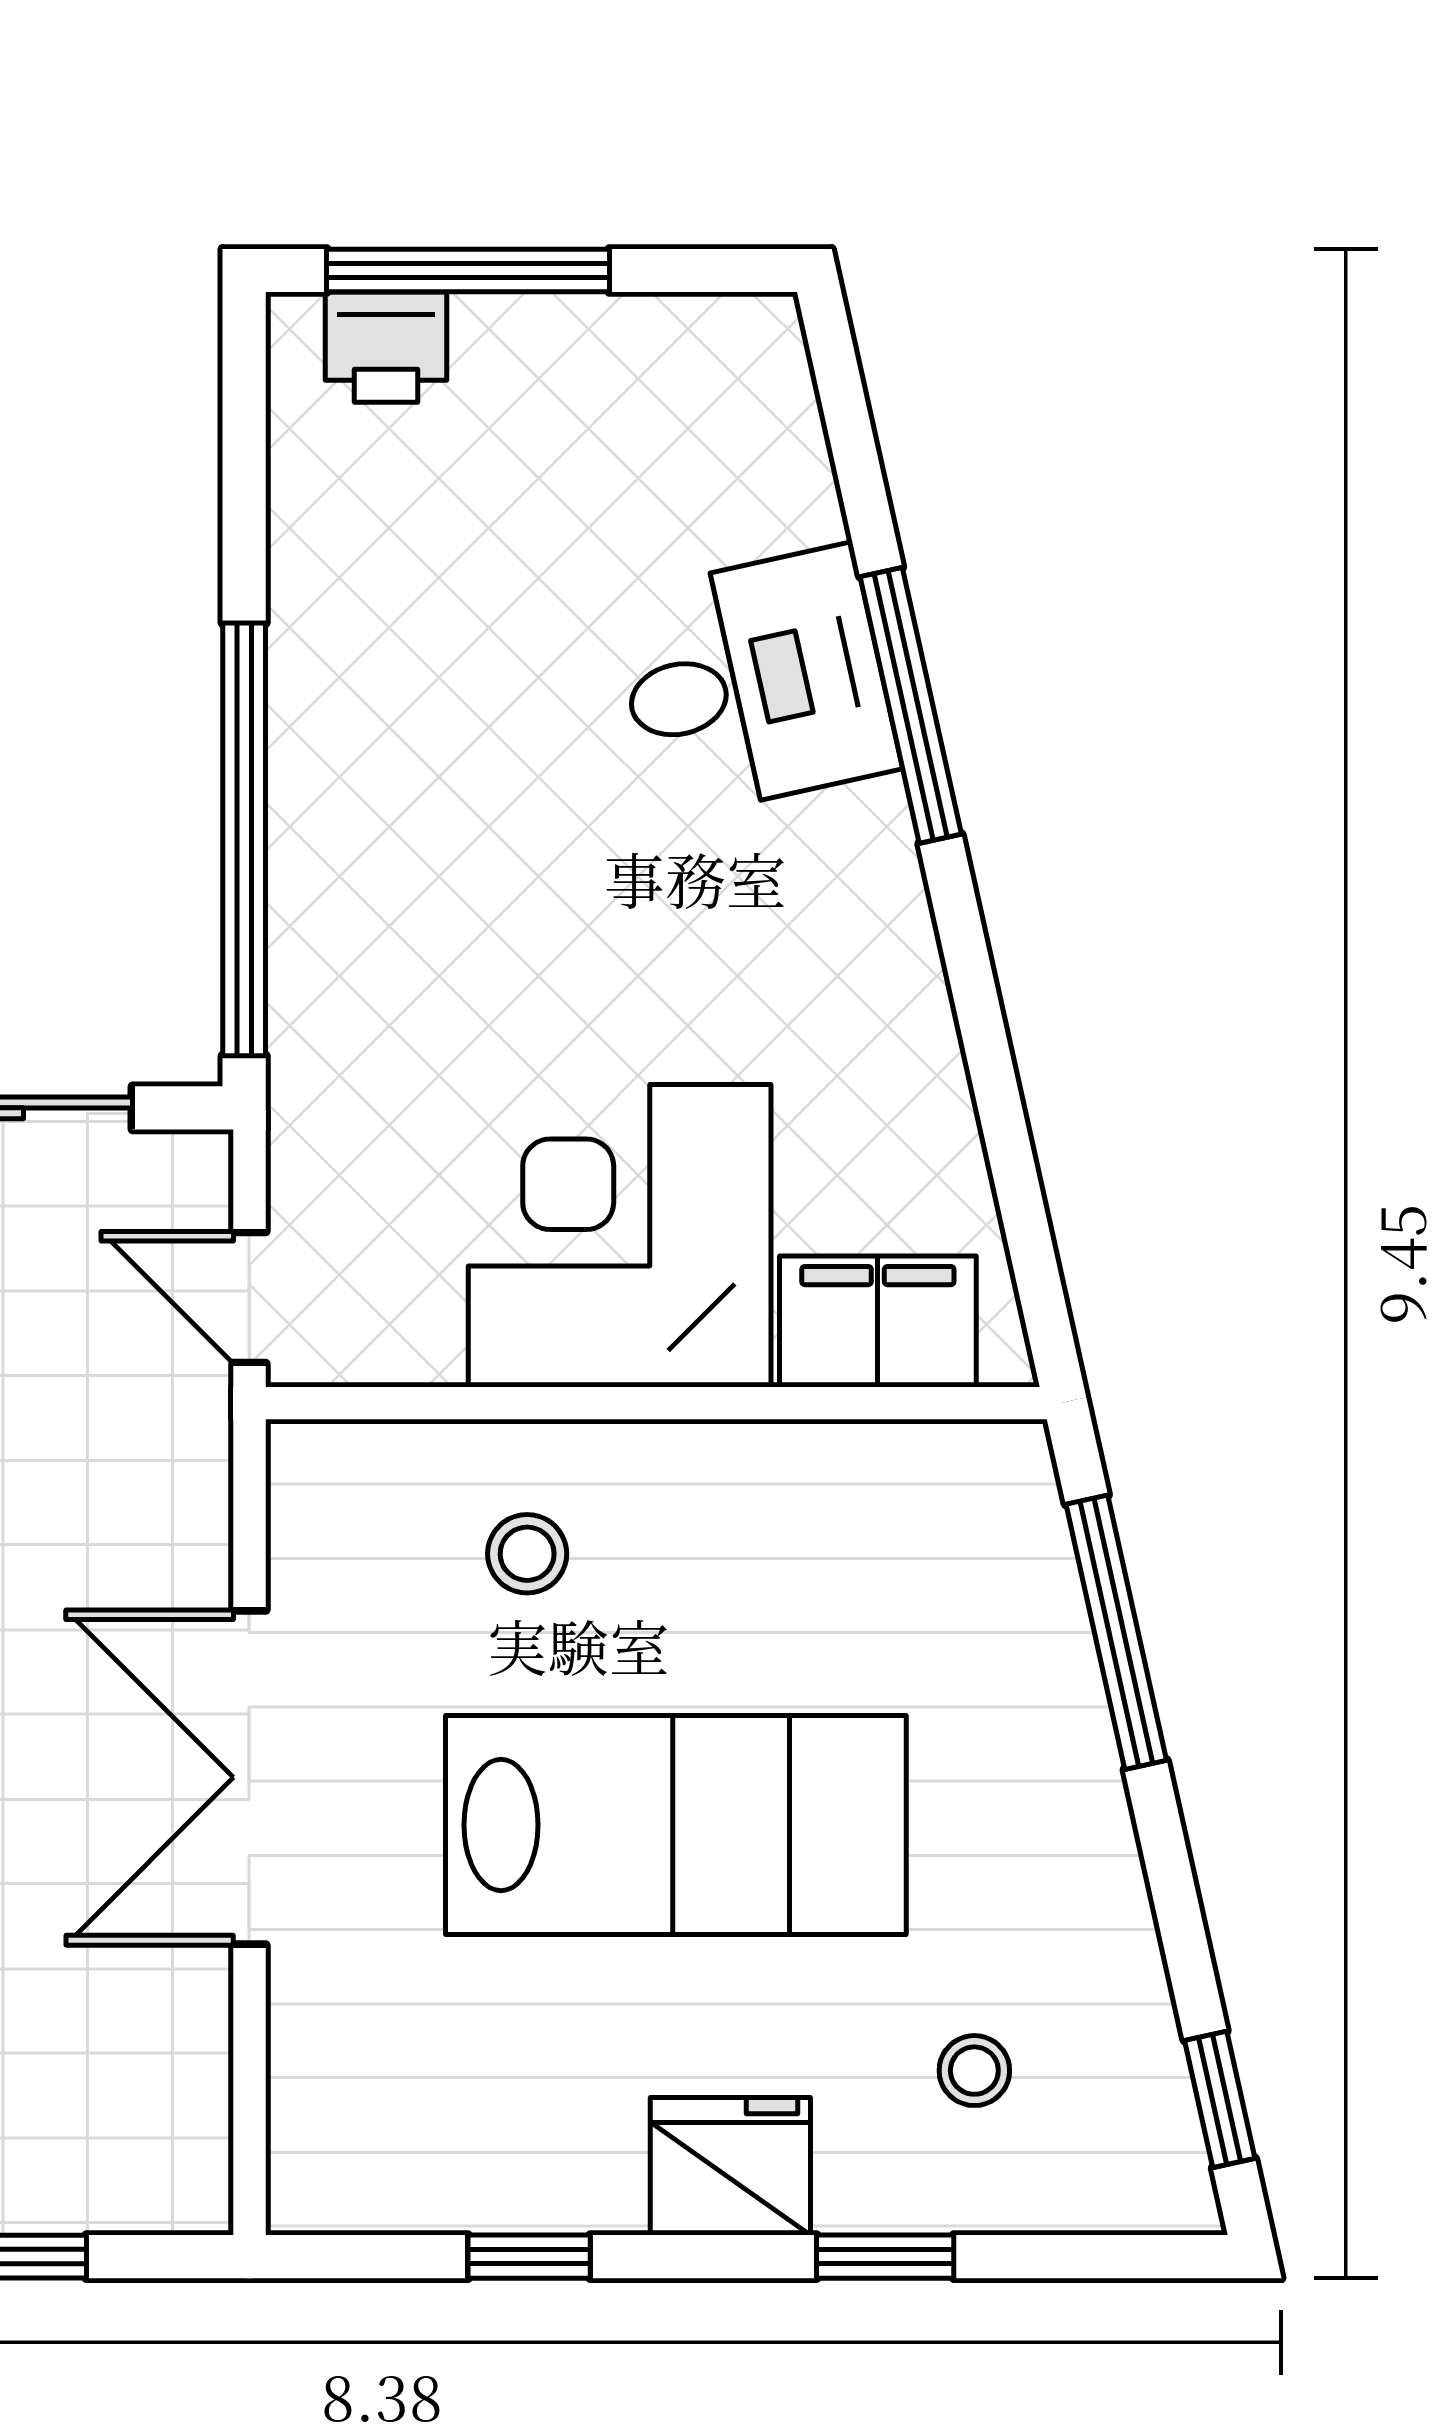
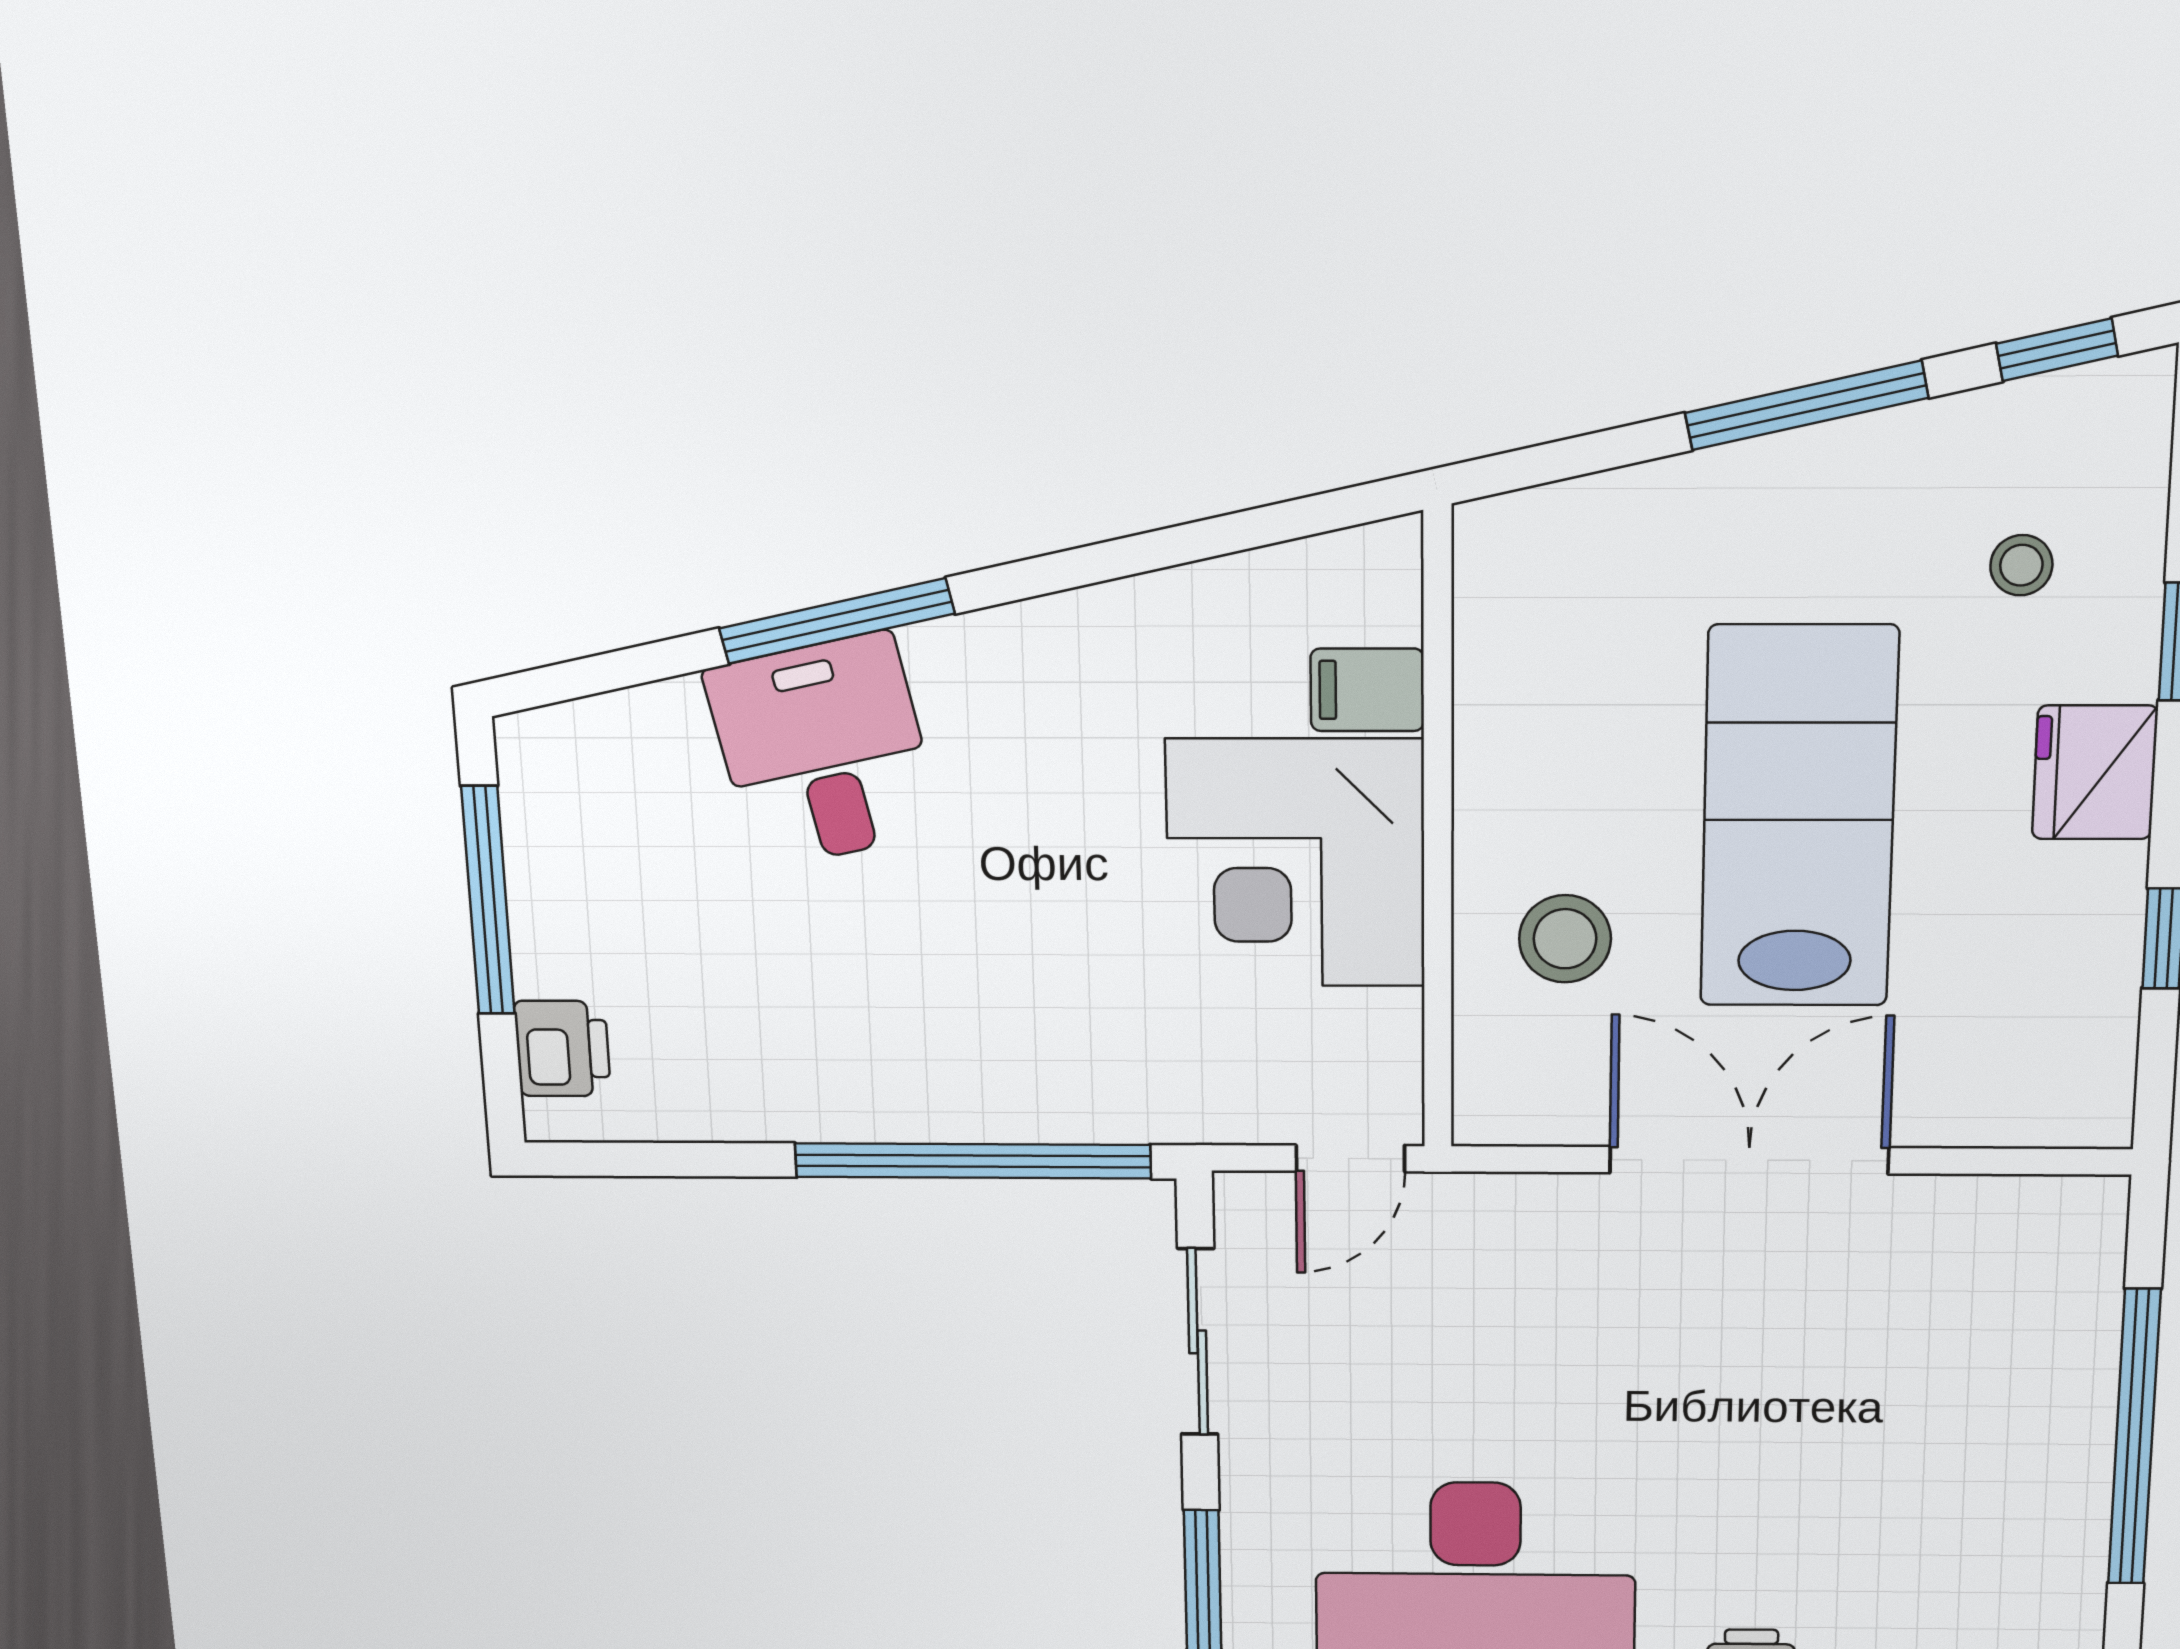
window: (468, 271) -> (488, 901), moved
filing cabinet: (878, 1321) -> (1367, 690), width x0.50
stool: (527, 1554) -> (1565, 939), width x1.37, depth x1.37
window: (1116, 1632) -> (1807, 405), moved
double door: (249, 1777) -> (1749, 1160), swing flipped

